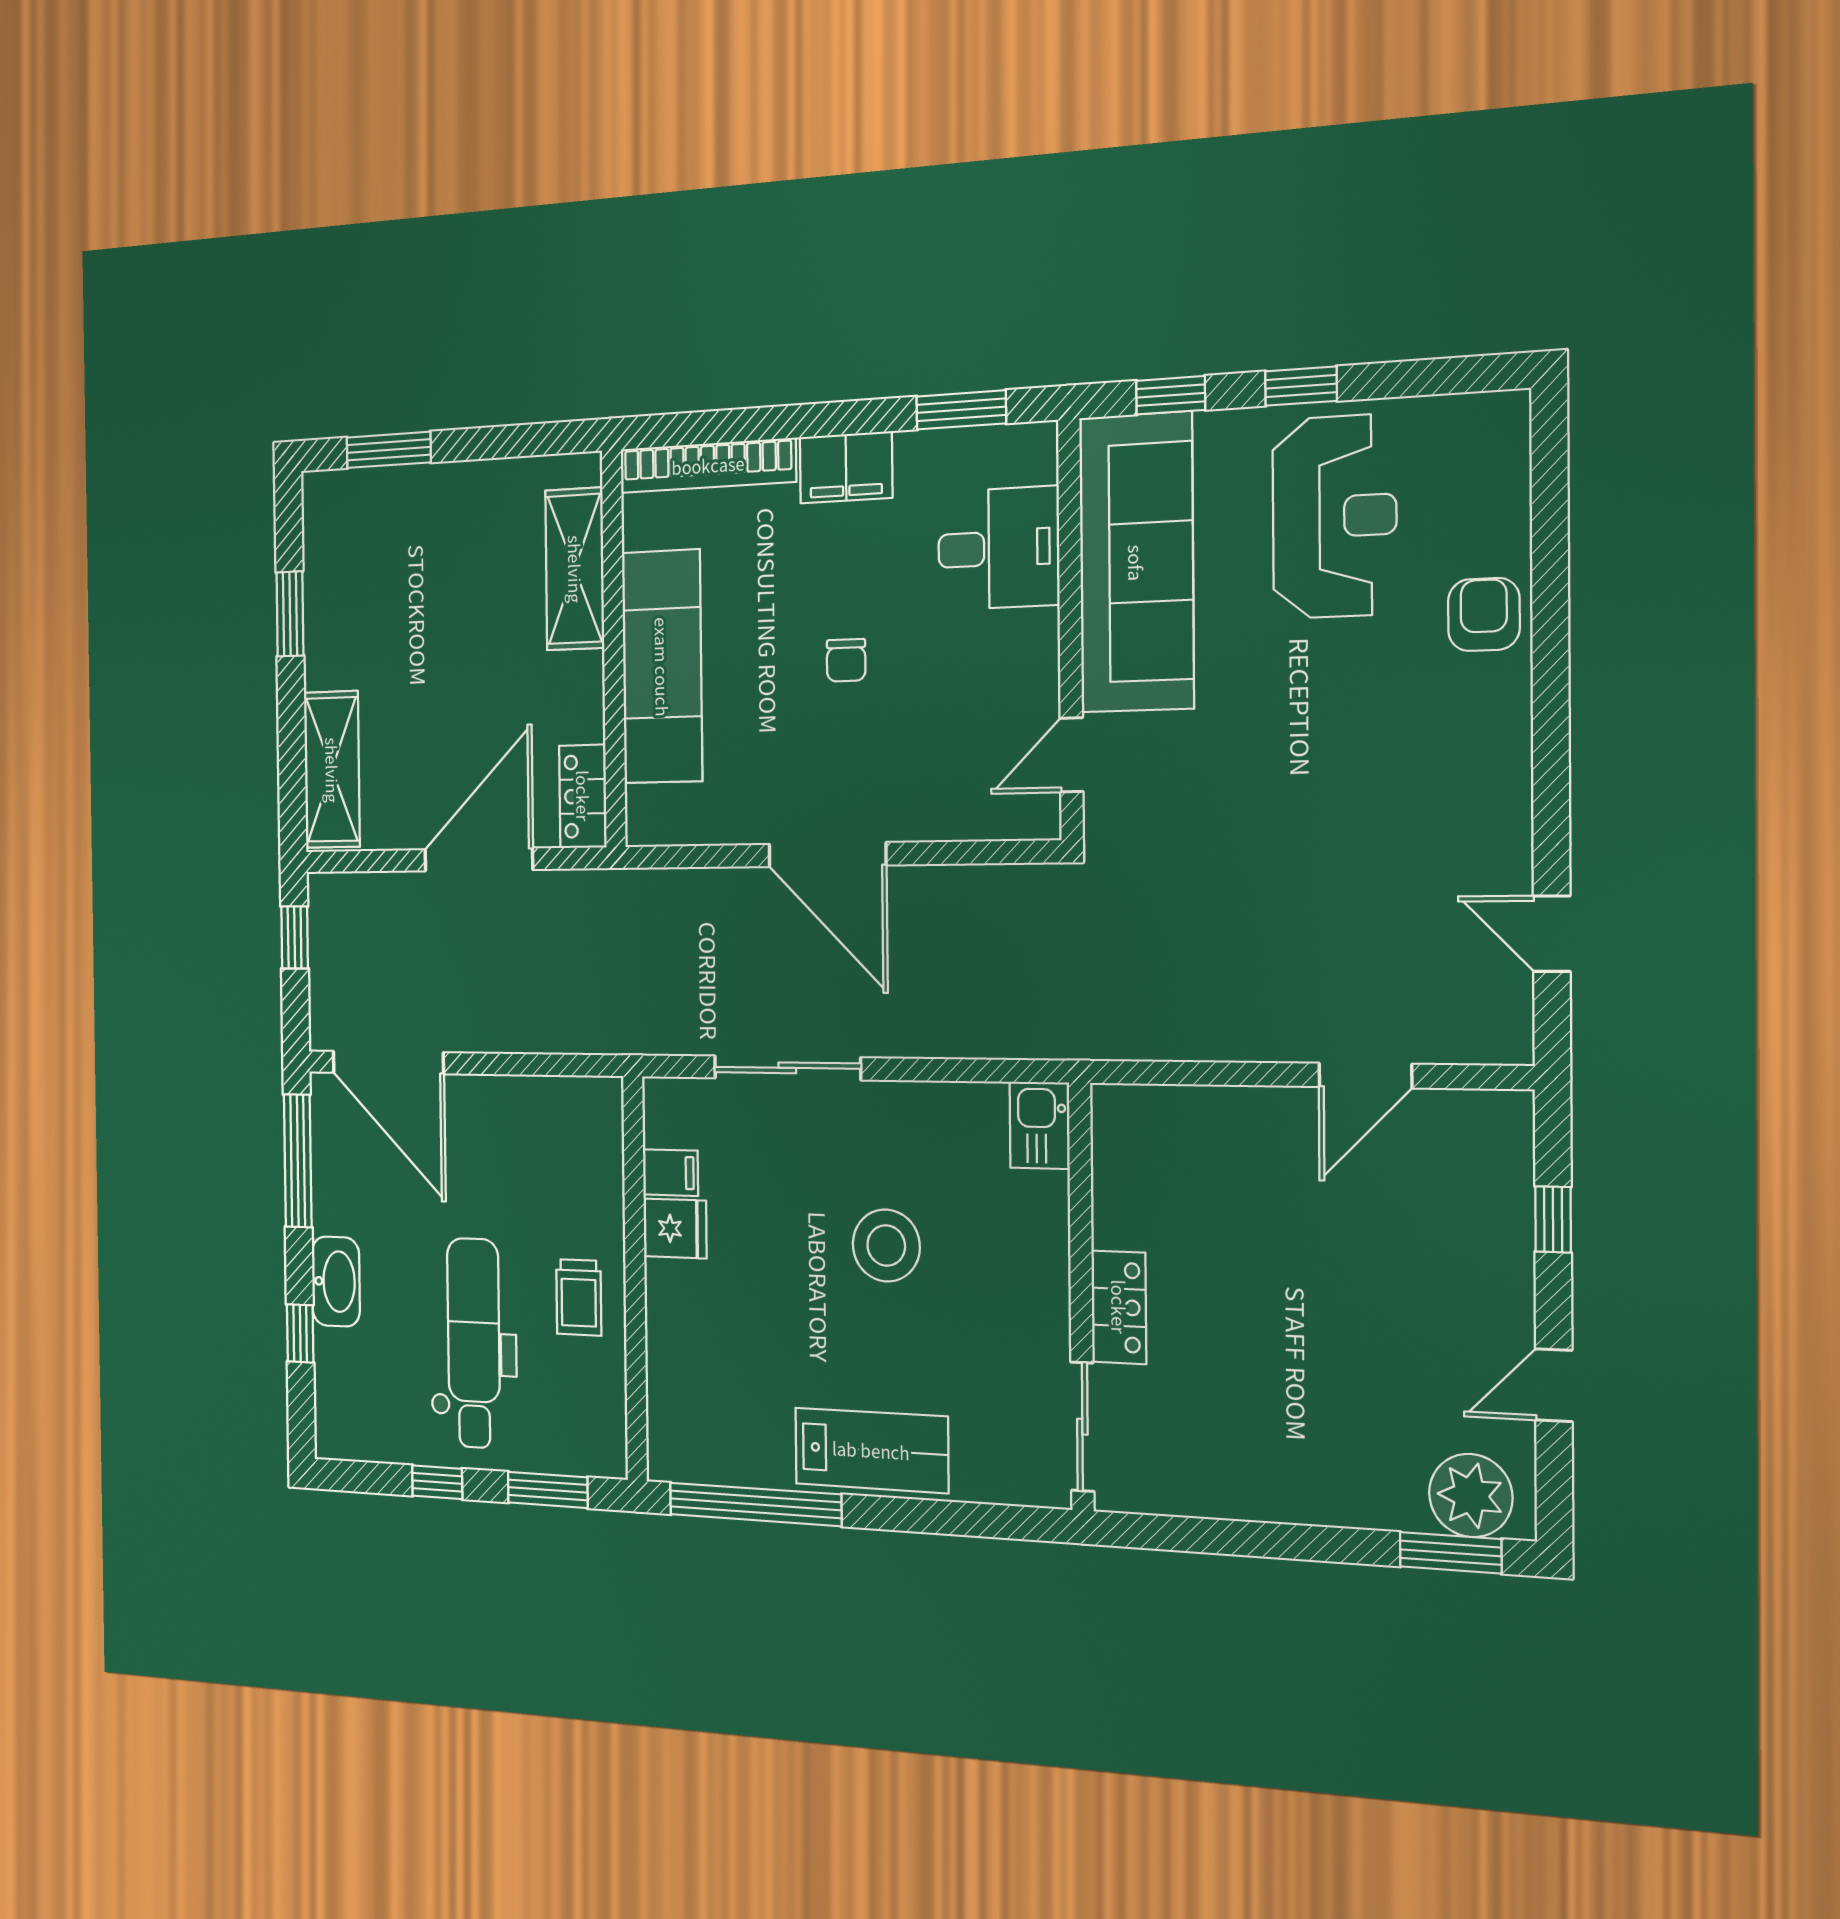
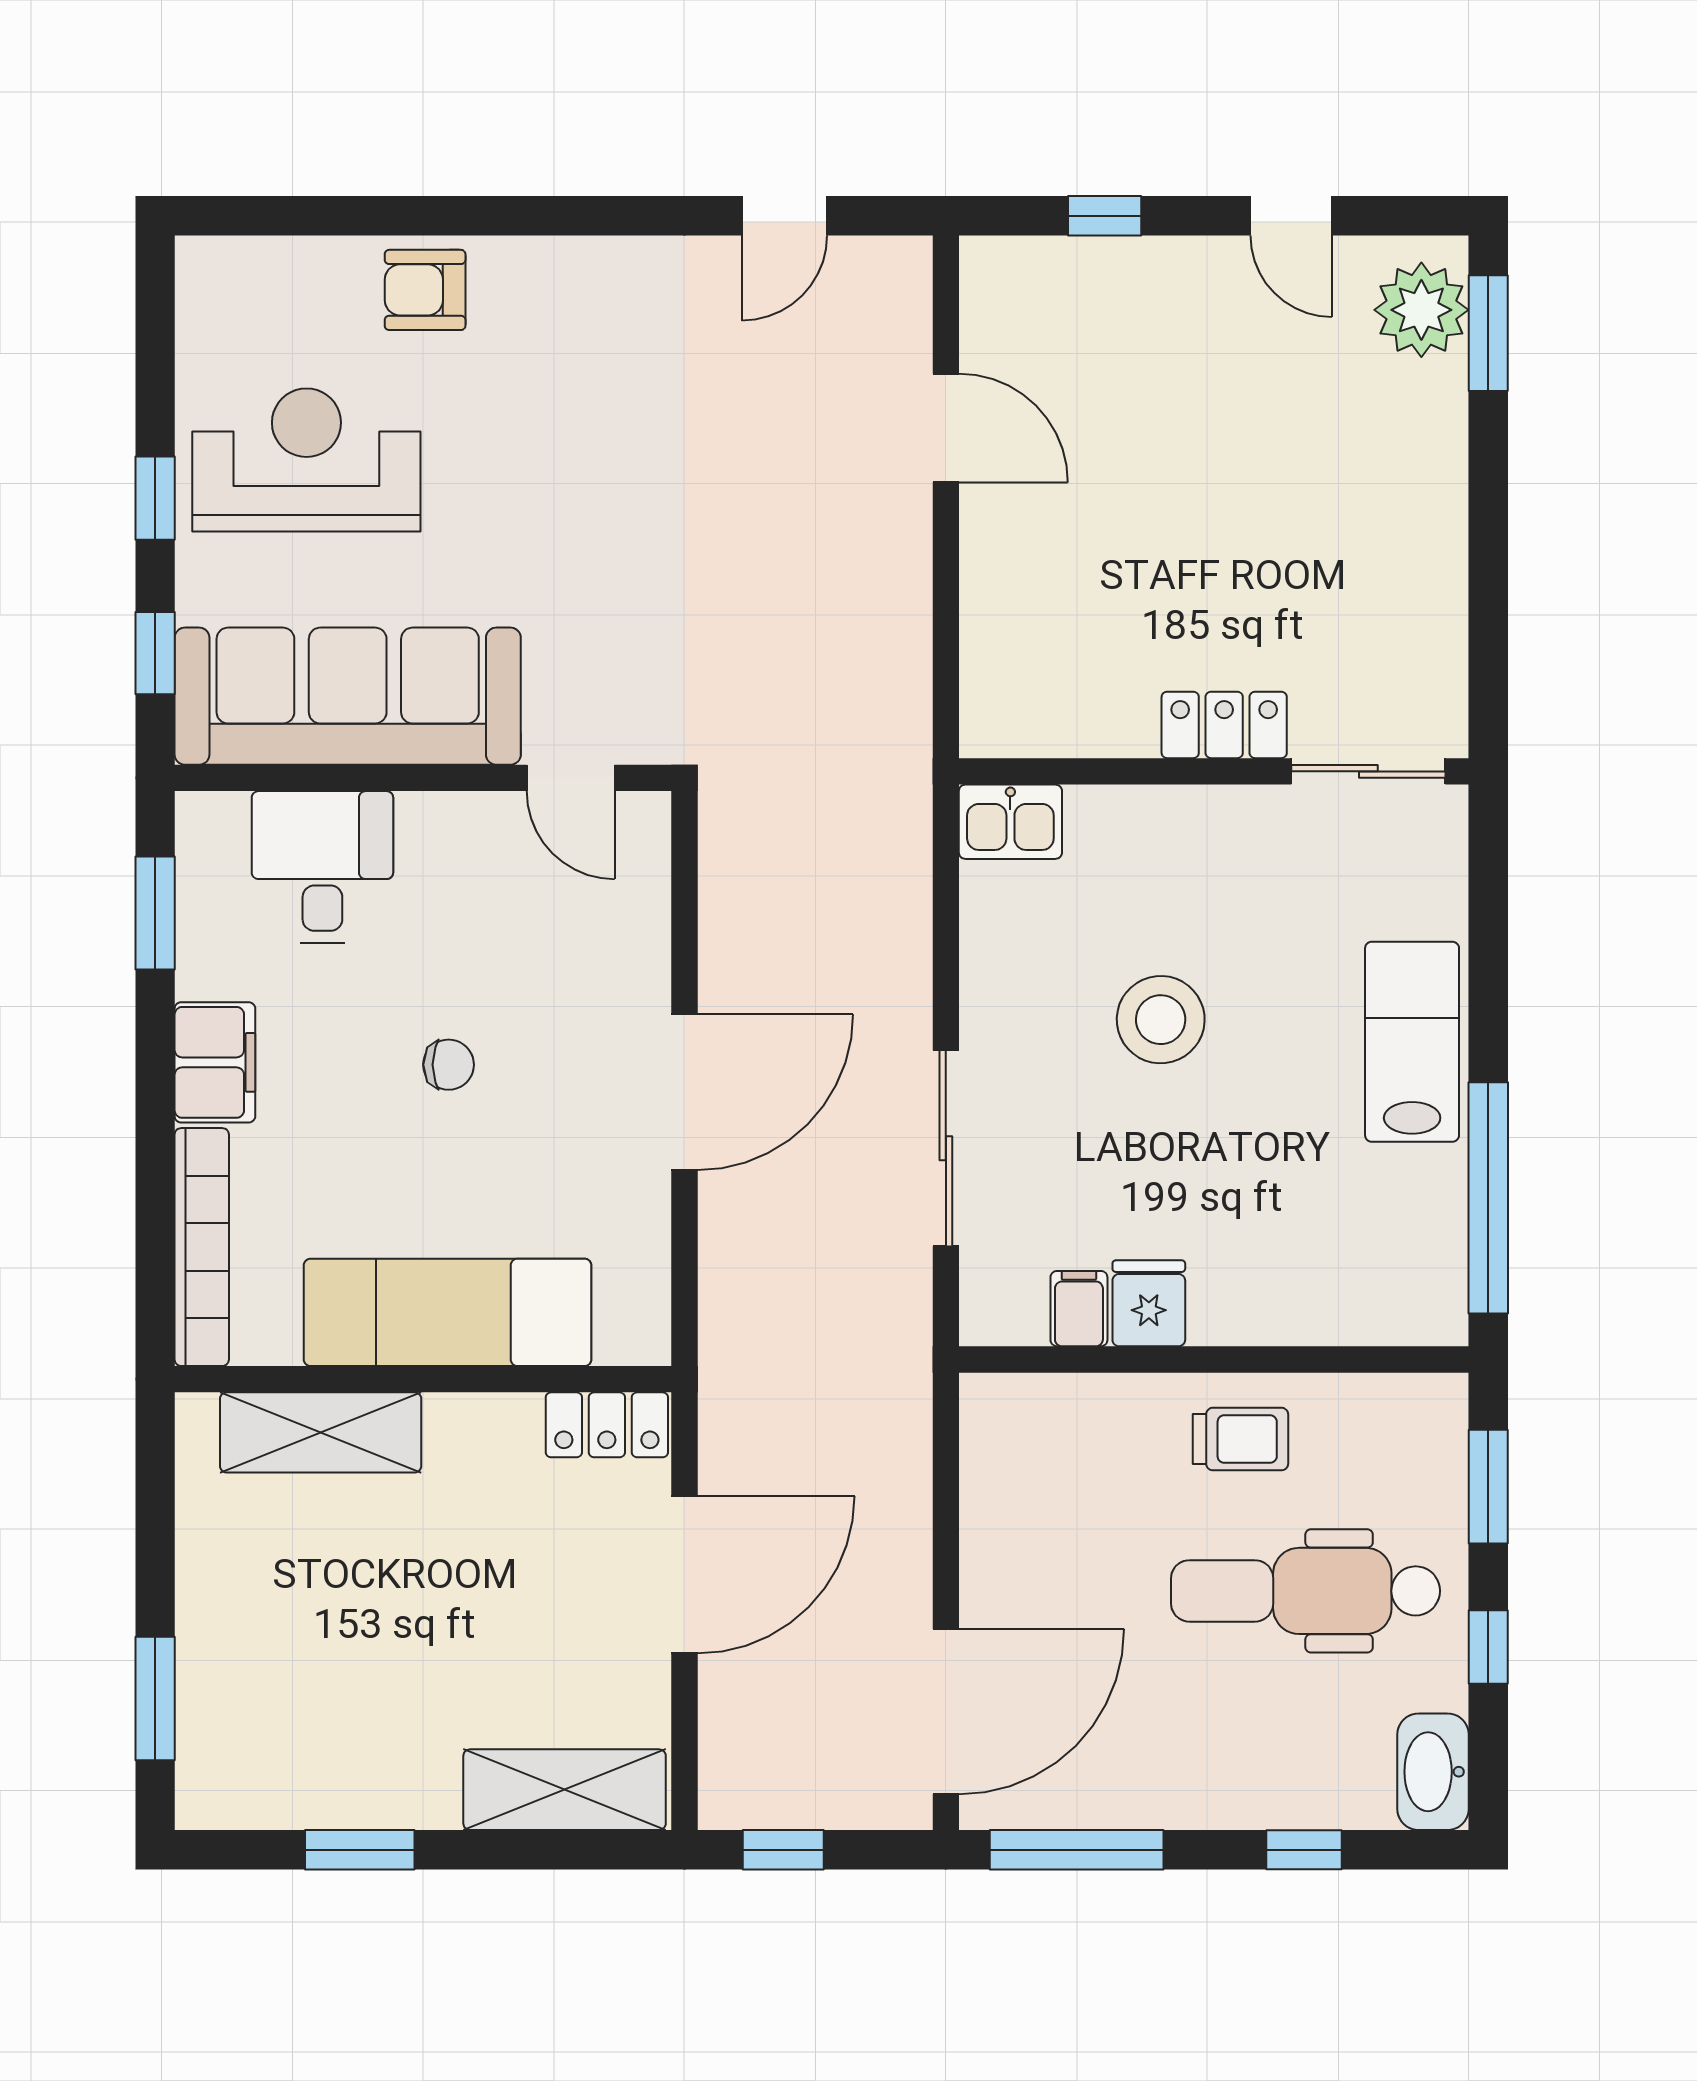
door: (479, 860) -> (684, 1575), swing flipped
washbasin: (336, 1282) -> (1433, 1772), moved, turned -90

